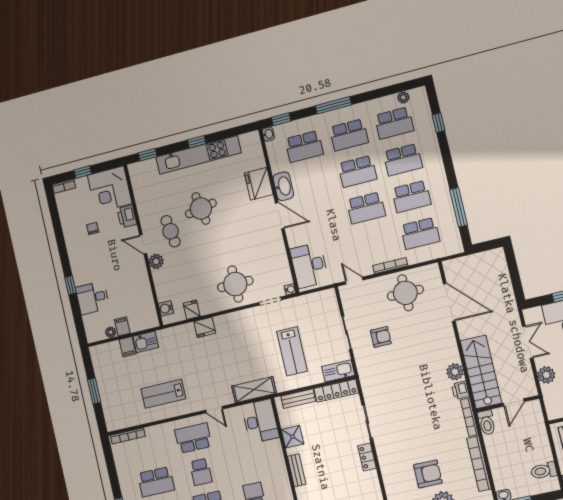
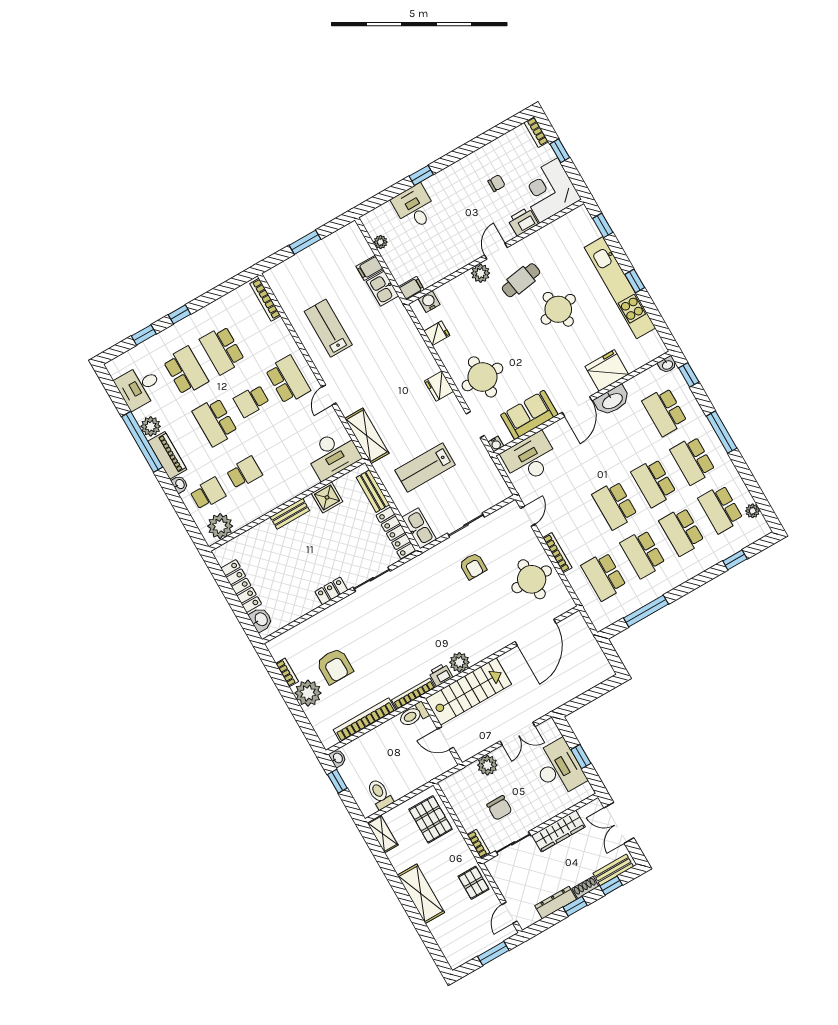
sofa: (275, 256) -> (529, 415), added
filing cabinet: (122, 326) -> (411, 288), moved
fridge: (205, 327) -> (439, 386), moved

